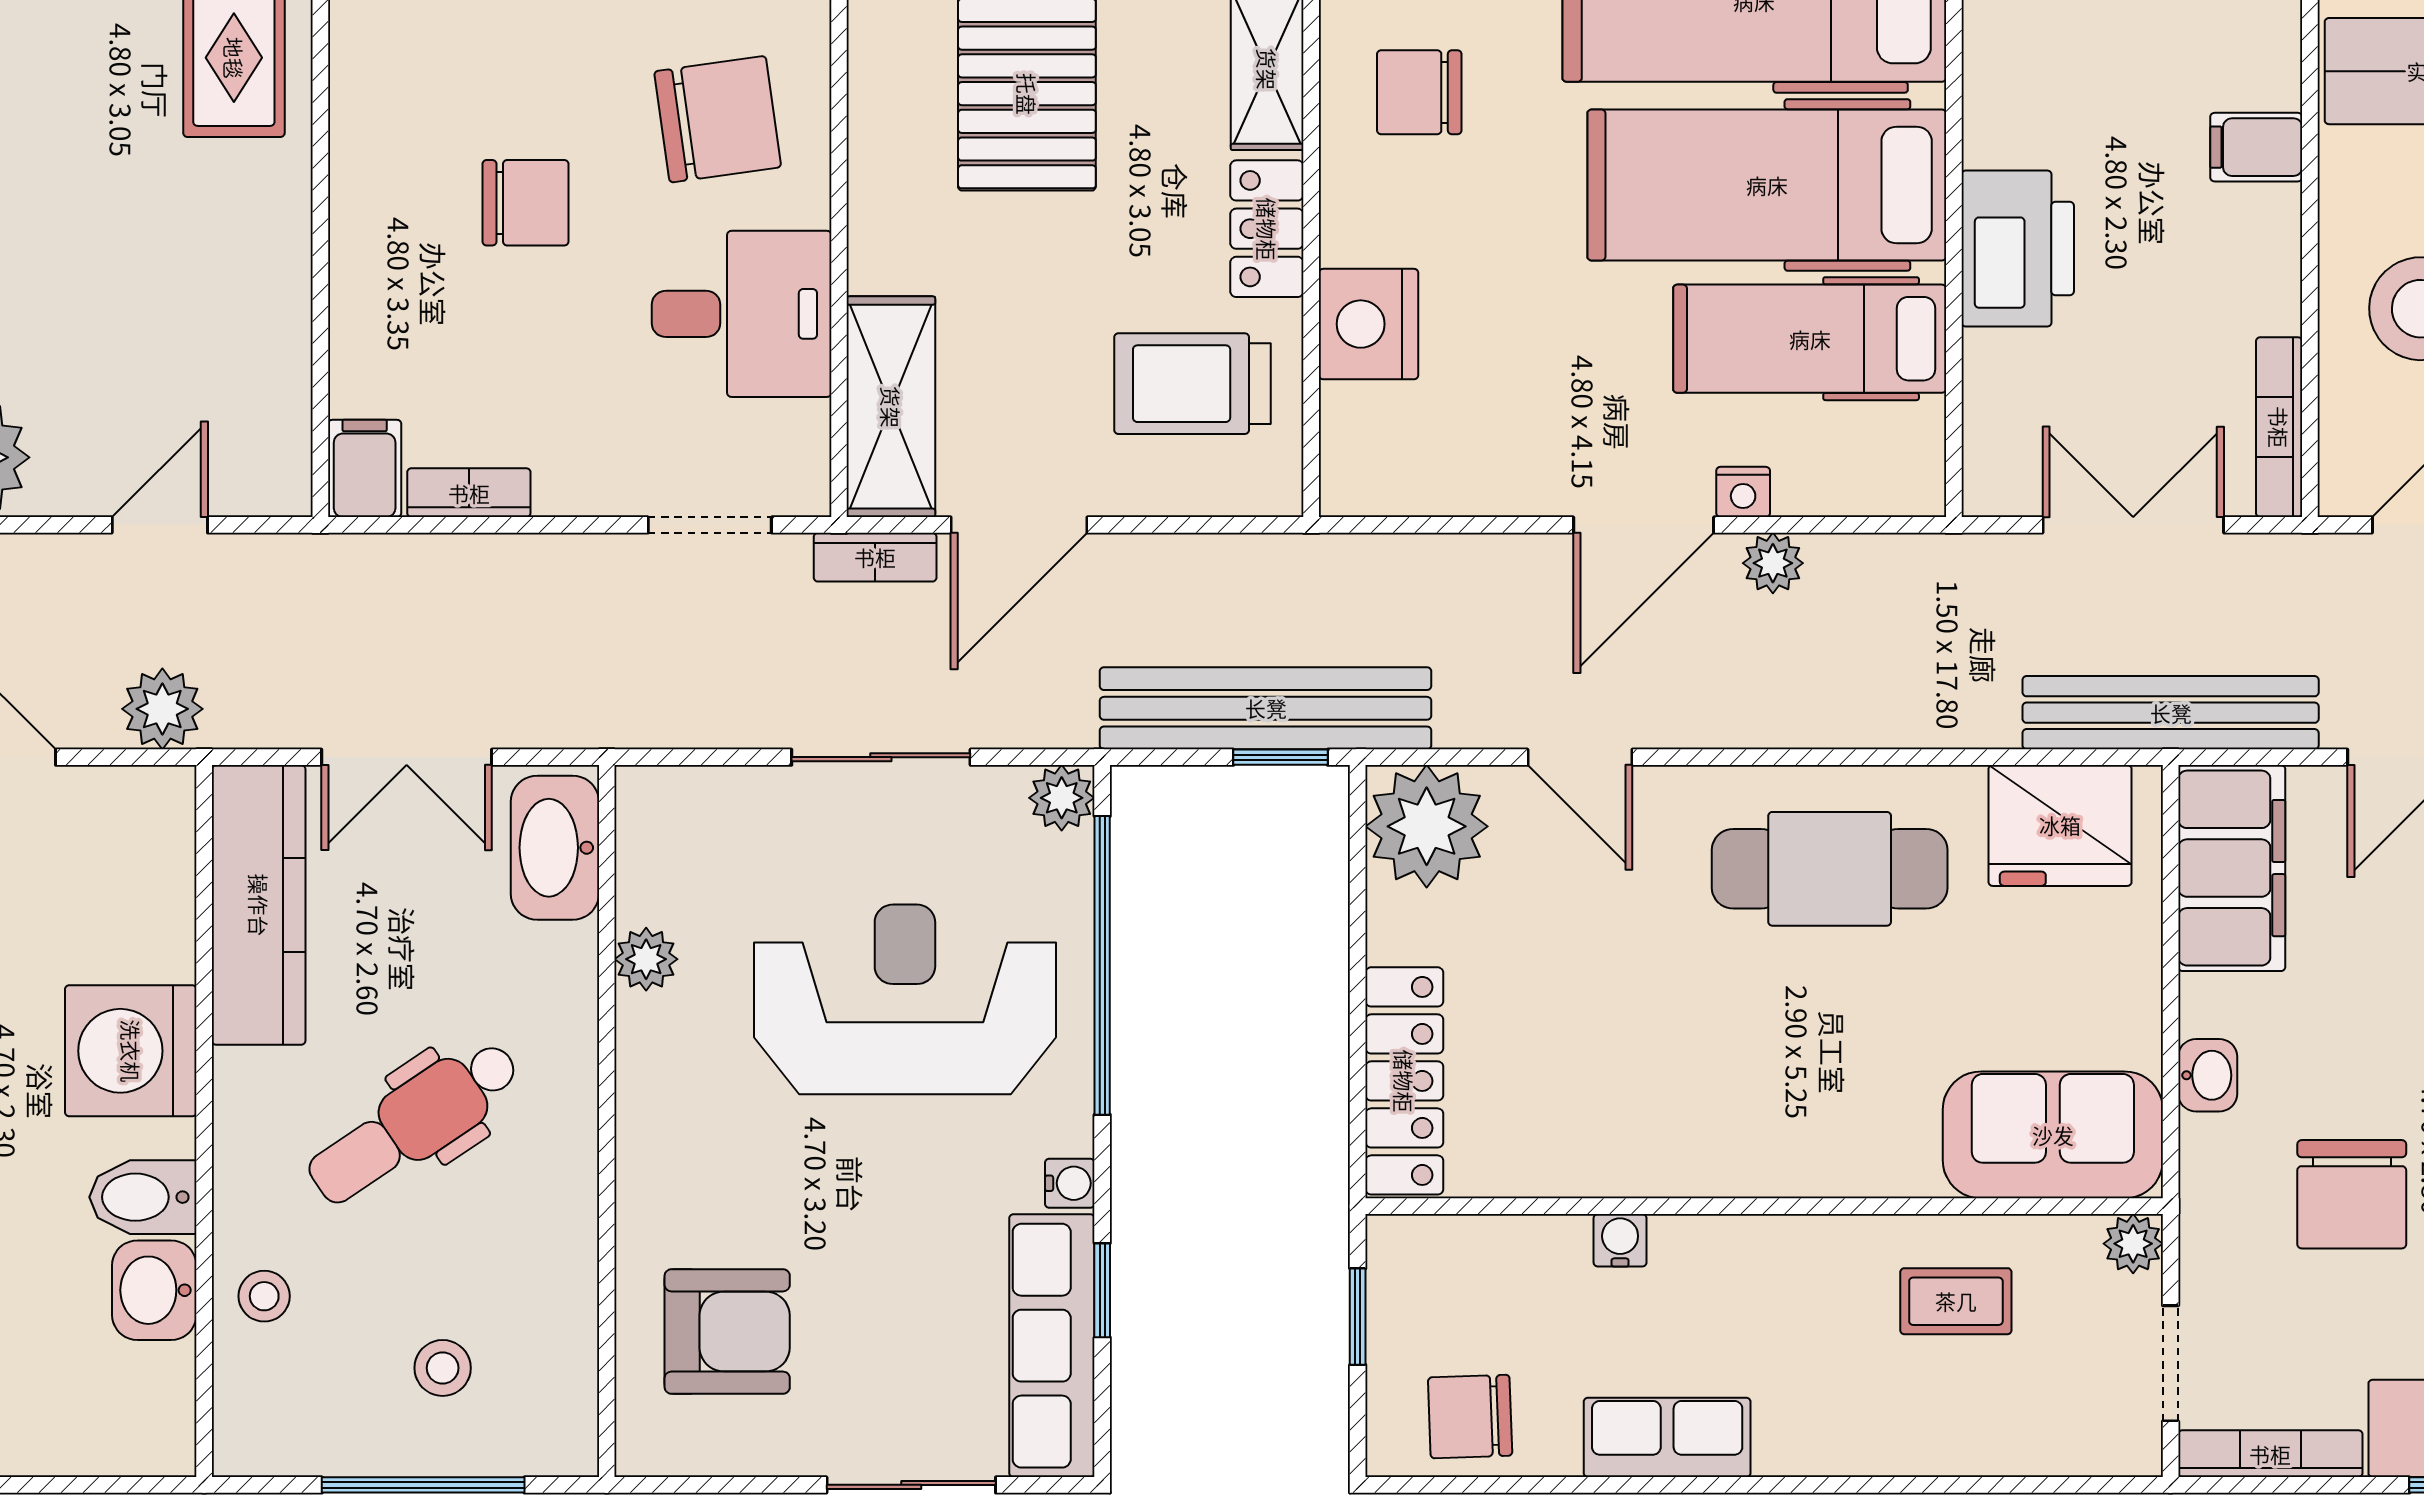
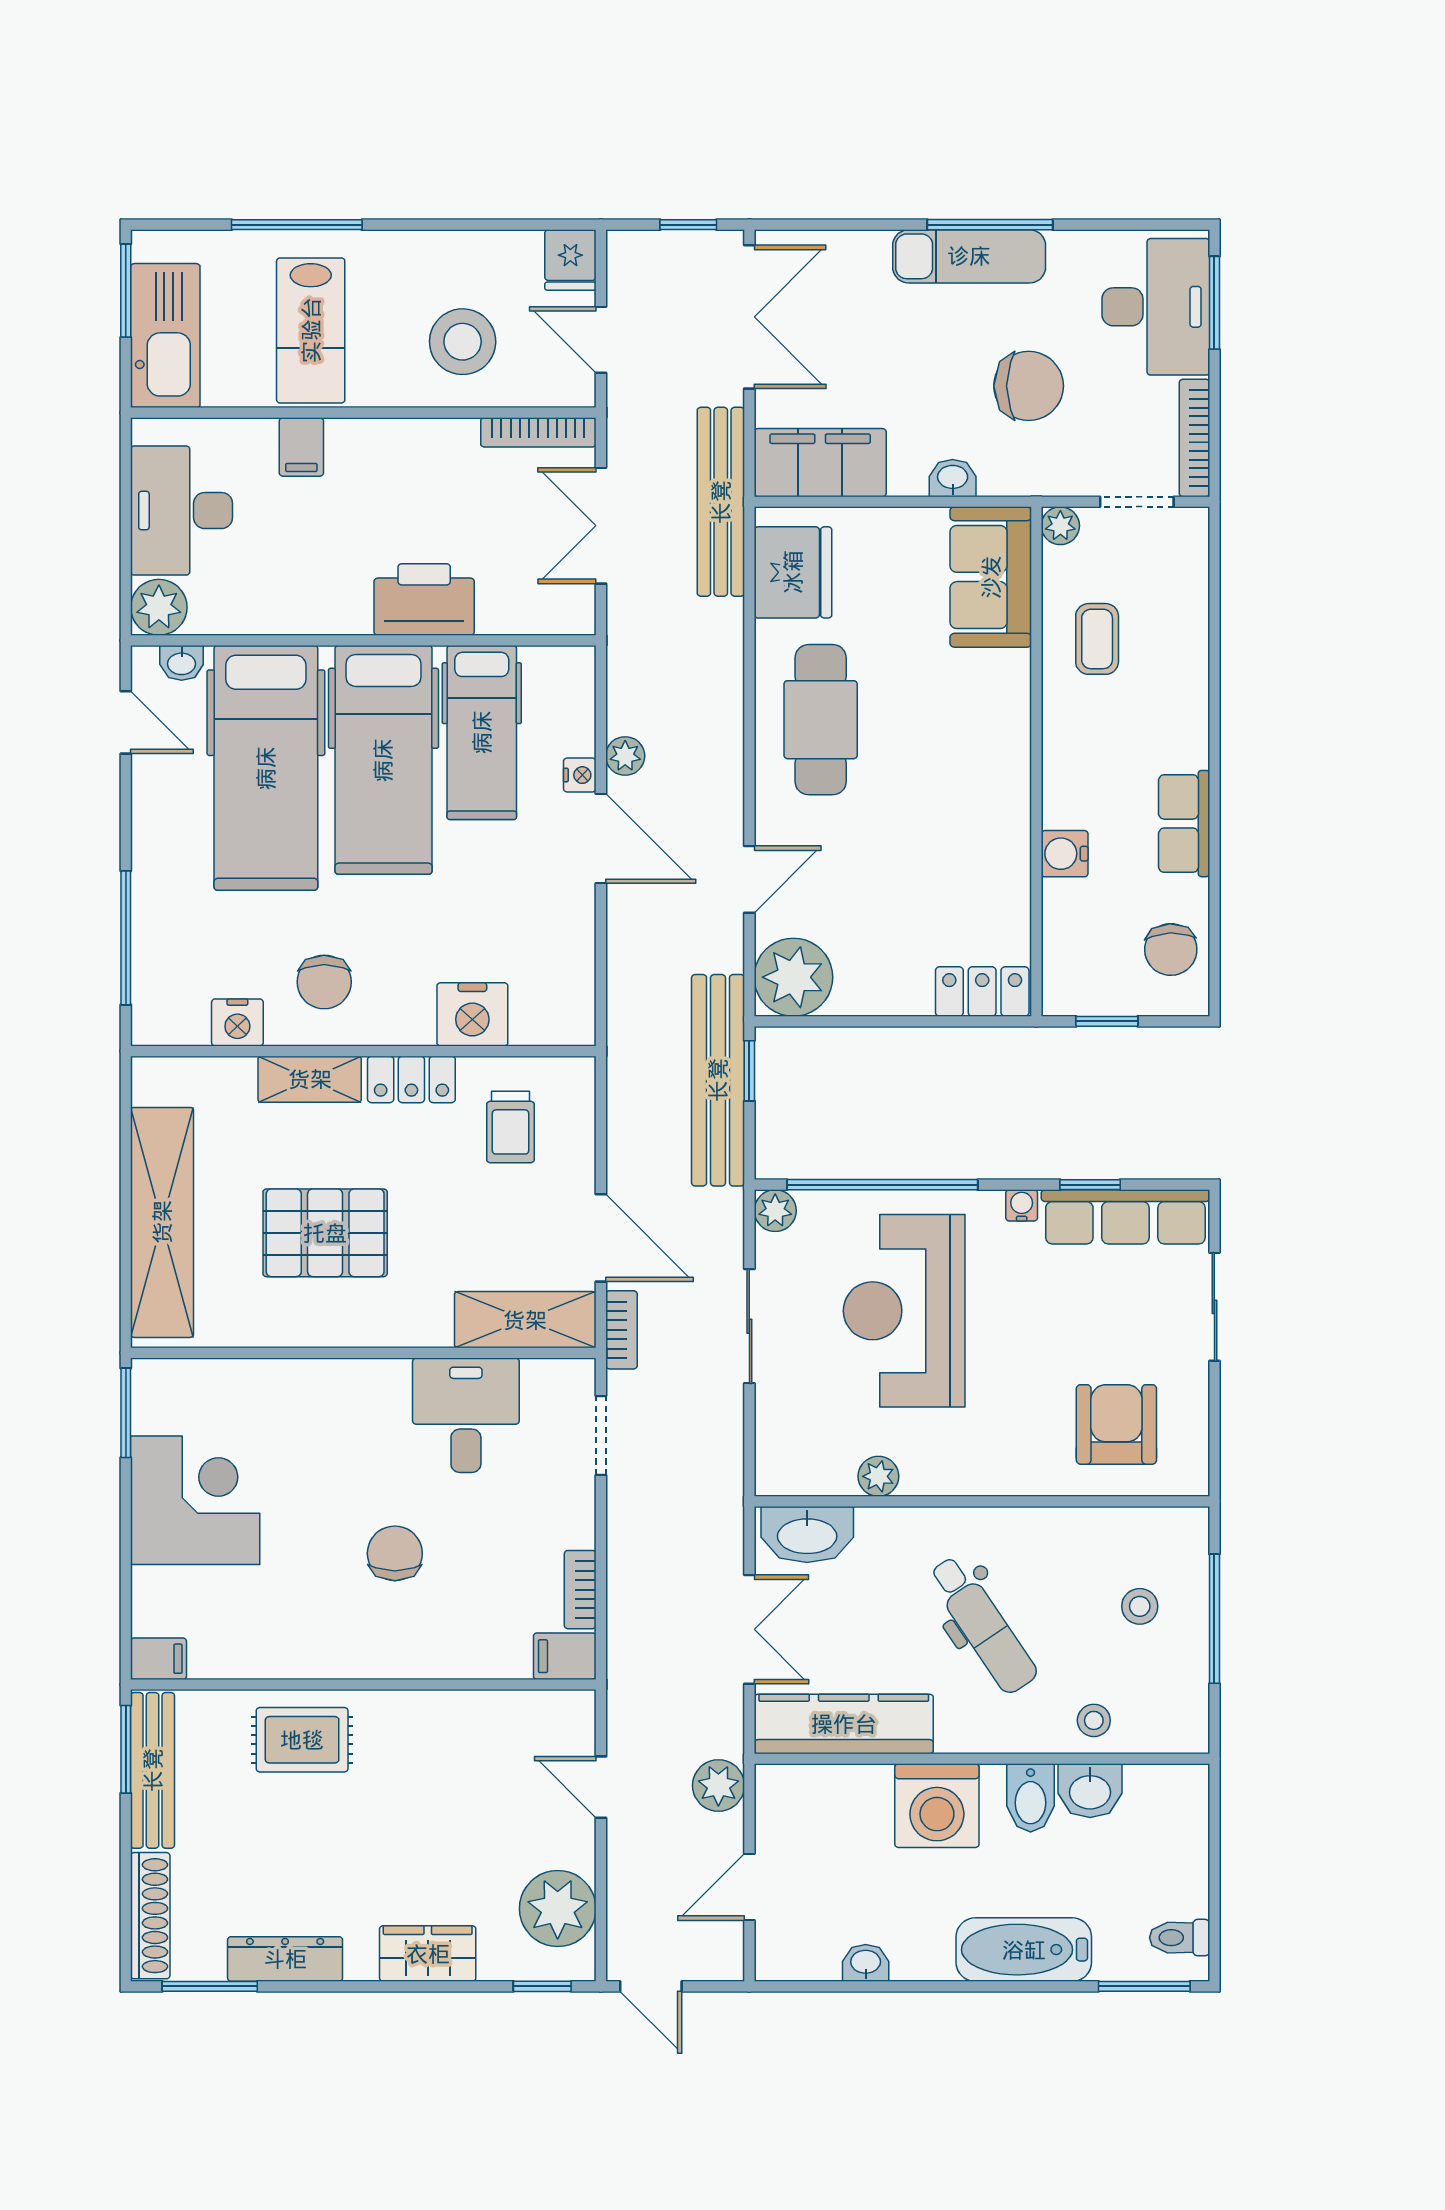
chair: (718, 119) -> (341, 1431), removed
filing cabinet: (2256, 147) -> (301, 447), moved
trolley: (1193, 384) -> (510, 1127), width x0.73, depth x0.72
locker: (1404, 1081) -> (982, 992), width x0.66
water cooler: (1620, 1240) -> (1065, 854), width x1.38, depth x1.38

